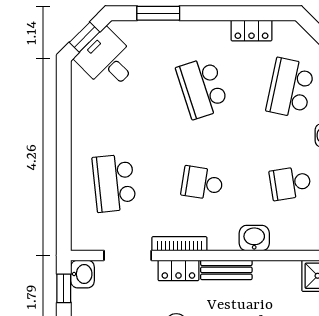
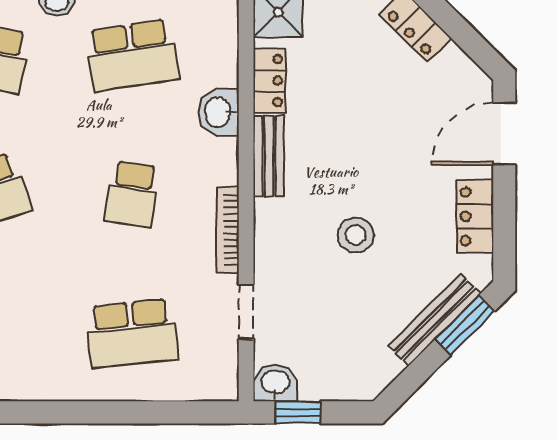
school desk: (290, 183) -> (132, 55), width x1.85
doorway: (128, 255) -> (246, 312), width x0.73
locker: (178, 270) -> (270, 81), moved

